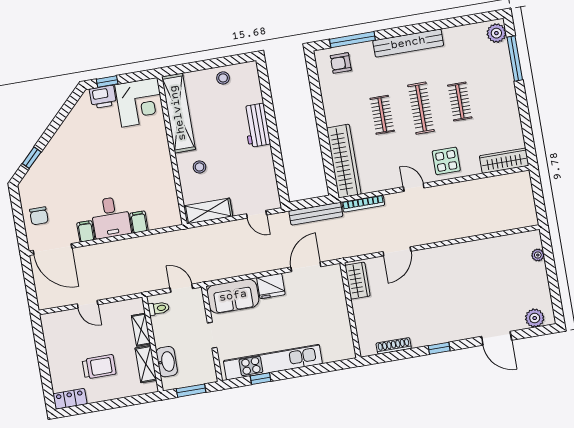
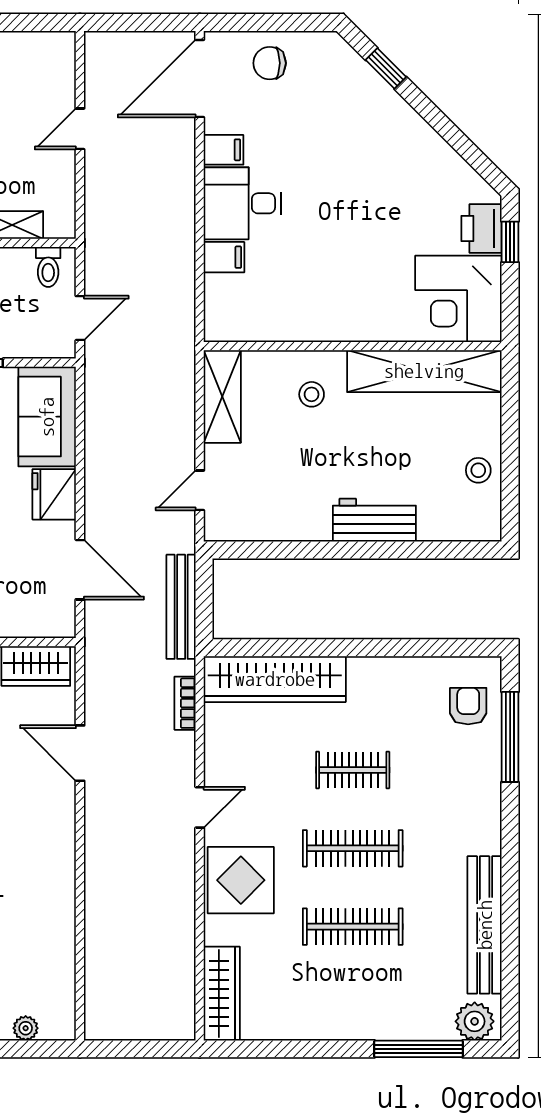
bench: (408, 43) -> (485, 925), moved
clothes rail: (460, 102) -> (353, 927), width x1.36
display table: (446, 161) -> (241, 880), width x1.36, depth x1.36
bookcase: (363, 204) -> (185, 703), width x0.64

